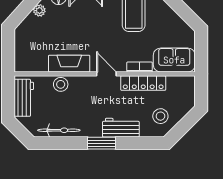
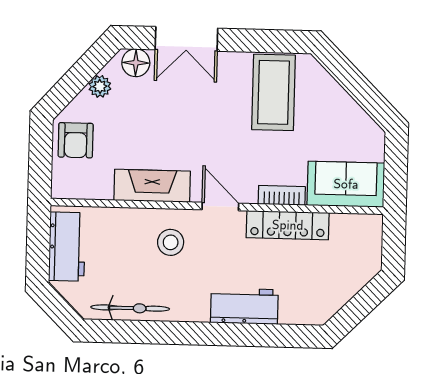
armchair: (27, 40) -> (76, 140), added
stool: (61, 84) -> (171, 242), moved
stool: (160, 116) -> (318, 287), removed
window: (102, 143) -> (208, 334), removed

